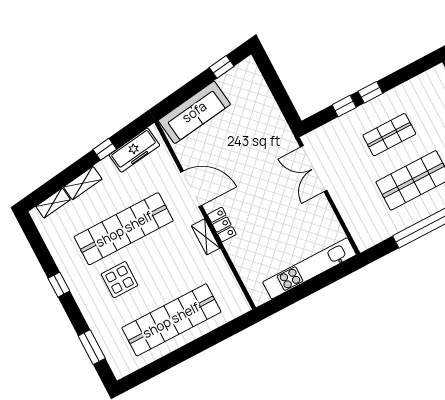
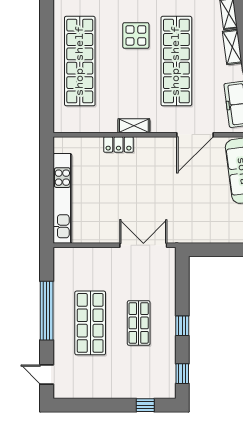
window: (344, 106) -> (182, 374), moved
door: (191, 189) -> (195, 135), moved
locker: (222, 225) -> (119, 144), moved

